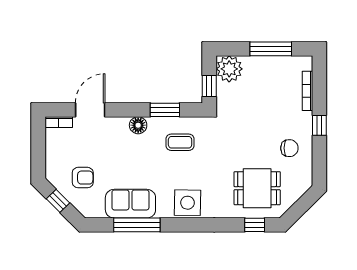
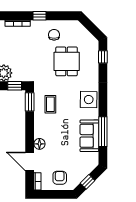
window: (165, 110) -> (30, 102), moved
floor lamp: (138, 125) -> (39, 144), moved
armchair: (83, 178) -> (60, 178), moved
dining table: (257, 188) -> (67, 61), moved

